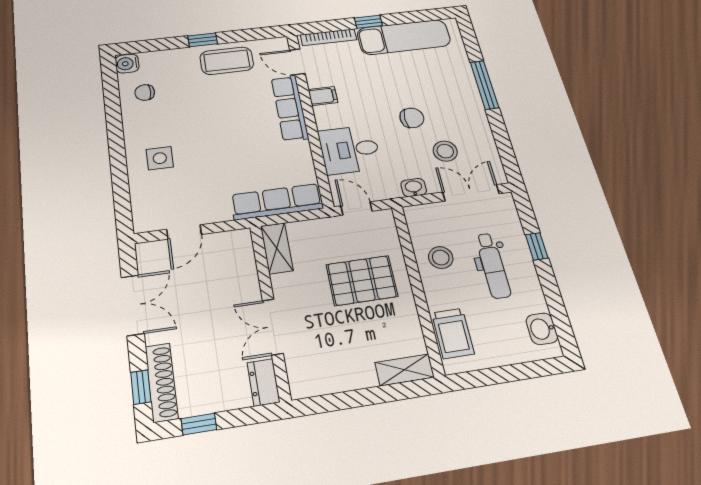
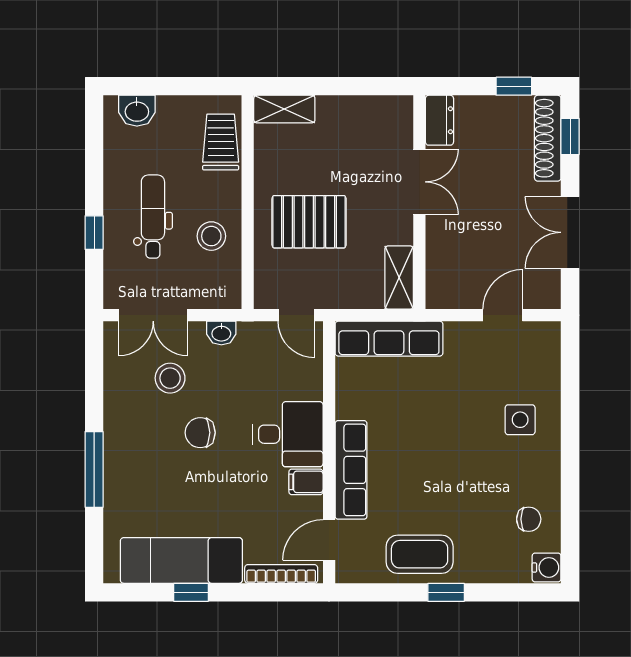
window: (368, 22) -> (191, 592), moved
door: (297, 62) -> (329, 540), swing flipped
desk: (350, 150) -> (288, 434), moved
washbasin: (542, 329) -> (137, 111), moved, turned 90

